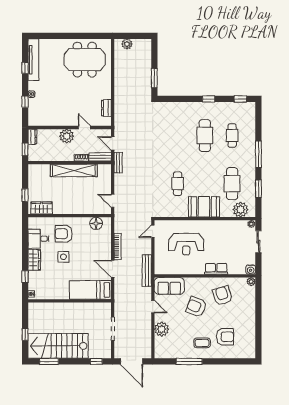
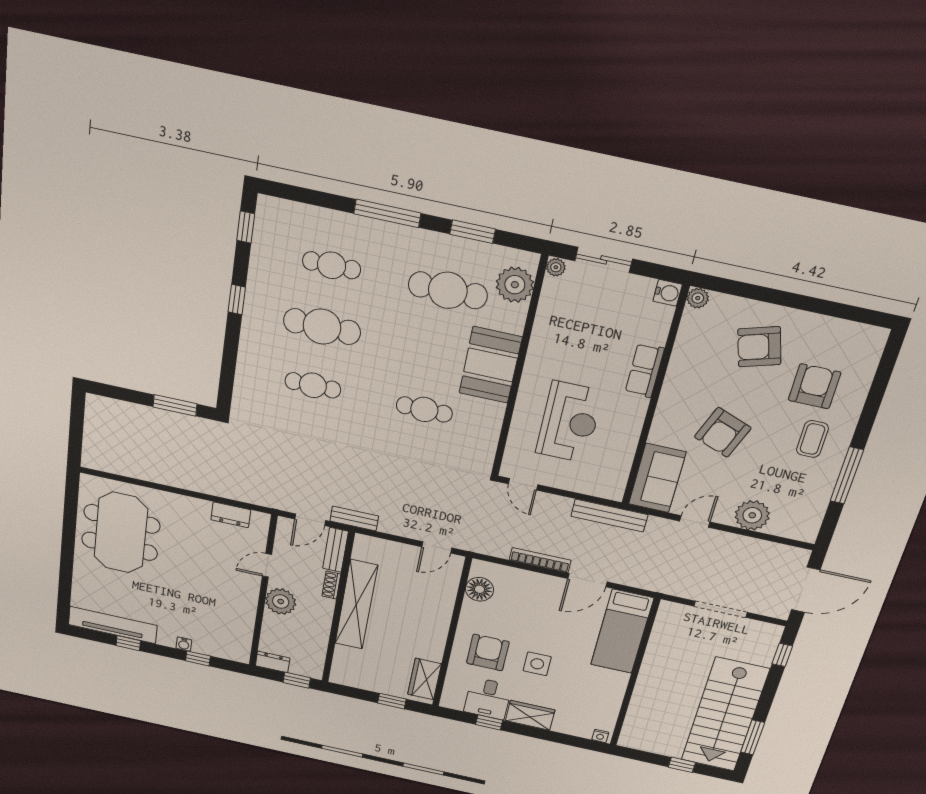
plant: (127, 44) -> (94, 444), removed
cafe table: (178, 136) -> (313, 385), added
armchair: (64, 234) -> (488, 653), turned 180
window: (25, 277) -> (489, 722), moved
armchair: (222, 296) -> (759, 347), moved

